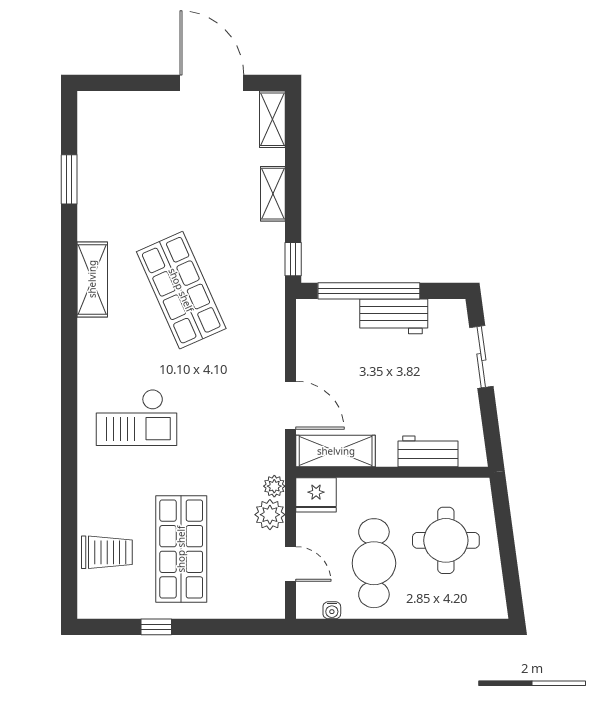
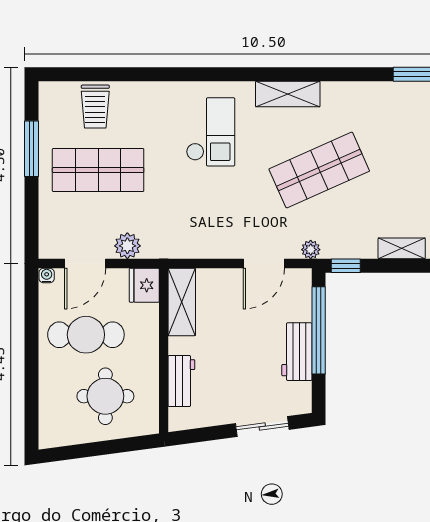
shelving: (92, 279) -> (288, 94), moved
door: (291, 405) -> (264, 263), moved
checkout: (137, 417) -> (211, 132), turned 180
plant: (274, 486) -> (311, 250), moved
door: (291, 564) -> (85, 263), width x1.38
water cooler: (332, 610) -> (47, 275), moved, turned 90
window: (156, 627) -> (31, 149), width x2.17

